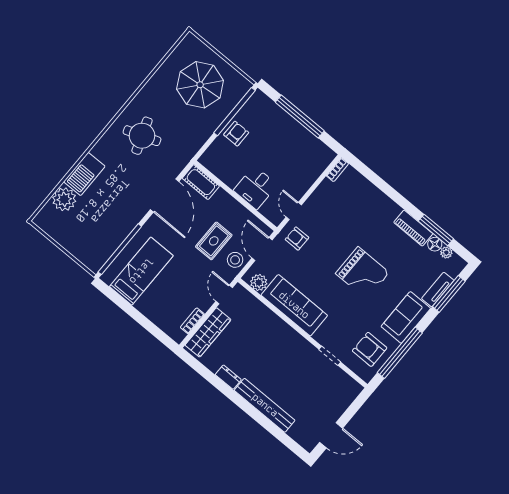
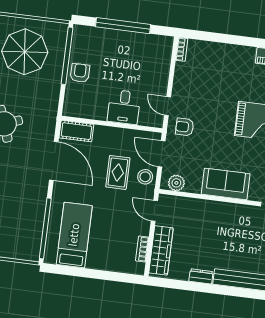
sofa: (294, 305) -> (226, 184), width x0.73

